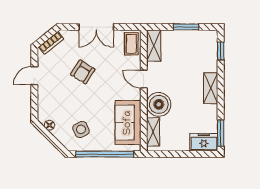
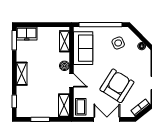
armchair: (83, 72) -> (117, 86), width x1.88, depth x1.88
boiler: (159, 104) -> (64, 66), width x0.54, depth x0.54

